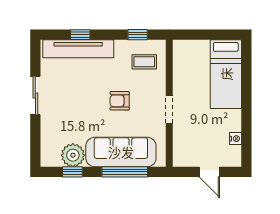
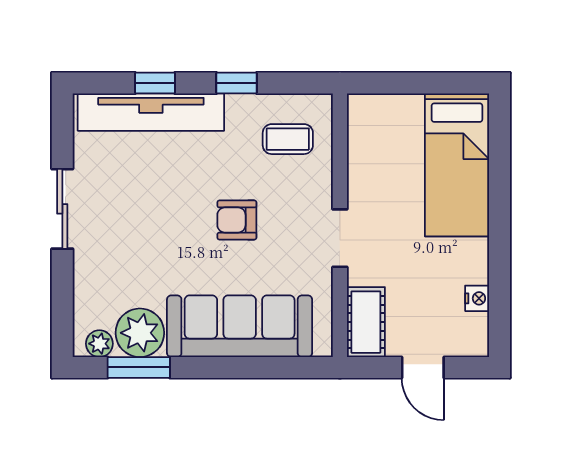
window: (138, 35) -> (236, 83), moved
cot: (182, 150) -> (366, 322), added
plant: (53, 160) -> (99, 344), added
window: (72, 172) -> (139, 367), width x1.50
window: (125, 172) -> (247, 367), removed

